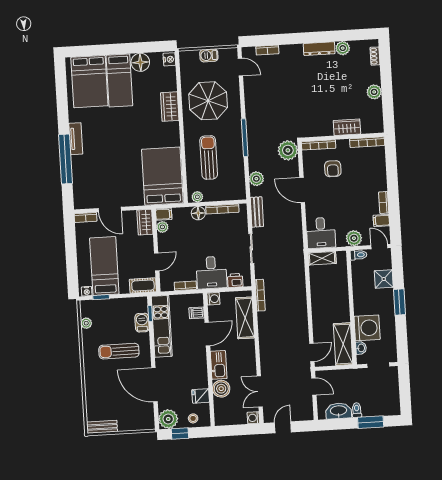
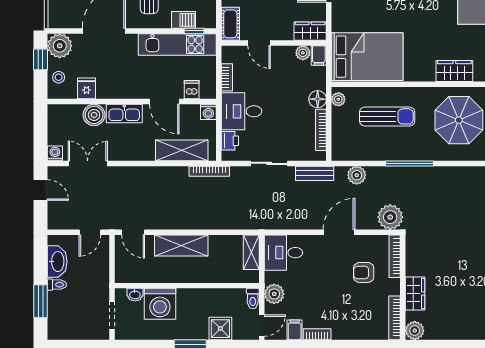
plant: (374, 92) -> (415, 330), moved
shelving: (343, 344) -> (181, 246), moved

